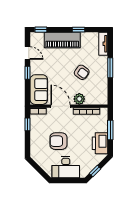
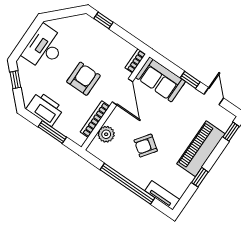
door: (28, 53) -> (214, 96), swing flipped
window: (110, 68) -> (127, 184), width x2.11
plant: (79, 99) -> (106, 134), moved
door: (60, 106) -> (122, 92), hinge flipped
window: (28, 124) -> (104, 20), moved
armchair: (58, 141) -> (83, 79), moved

